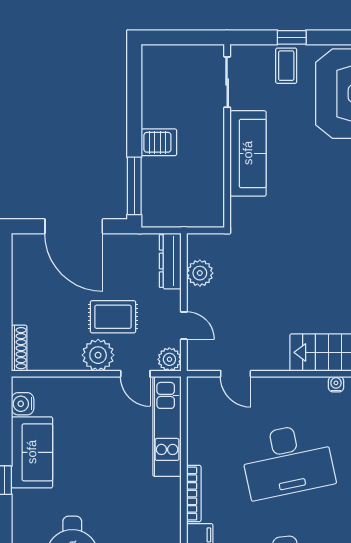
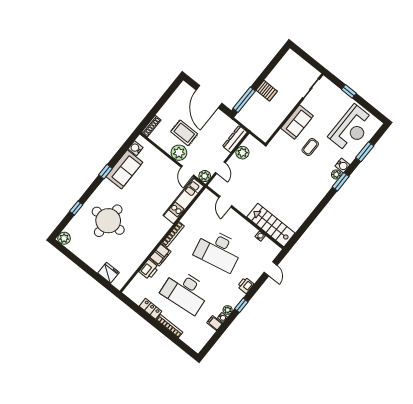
coffee table: (286, 66) -> (310, 147), moved
sofa: (248, 153) -> (297, 122), width x0.73
rug: (113, 317) -> (184, 133), moved

